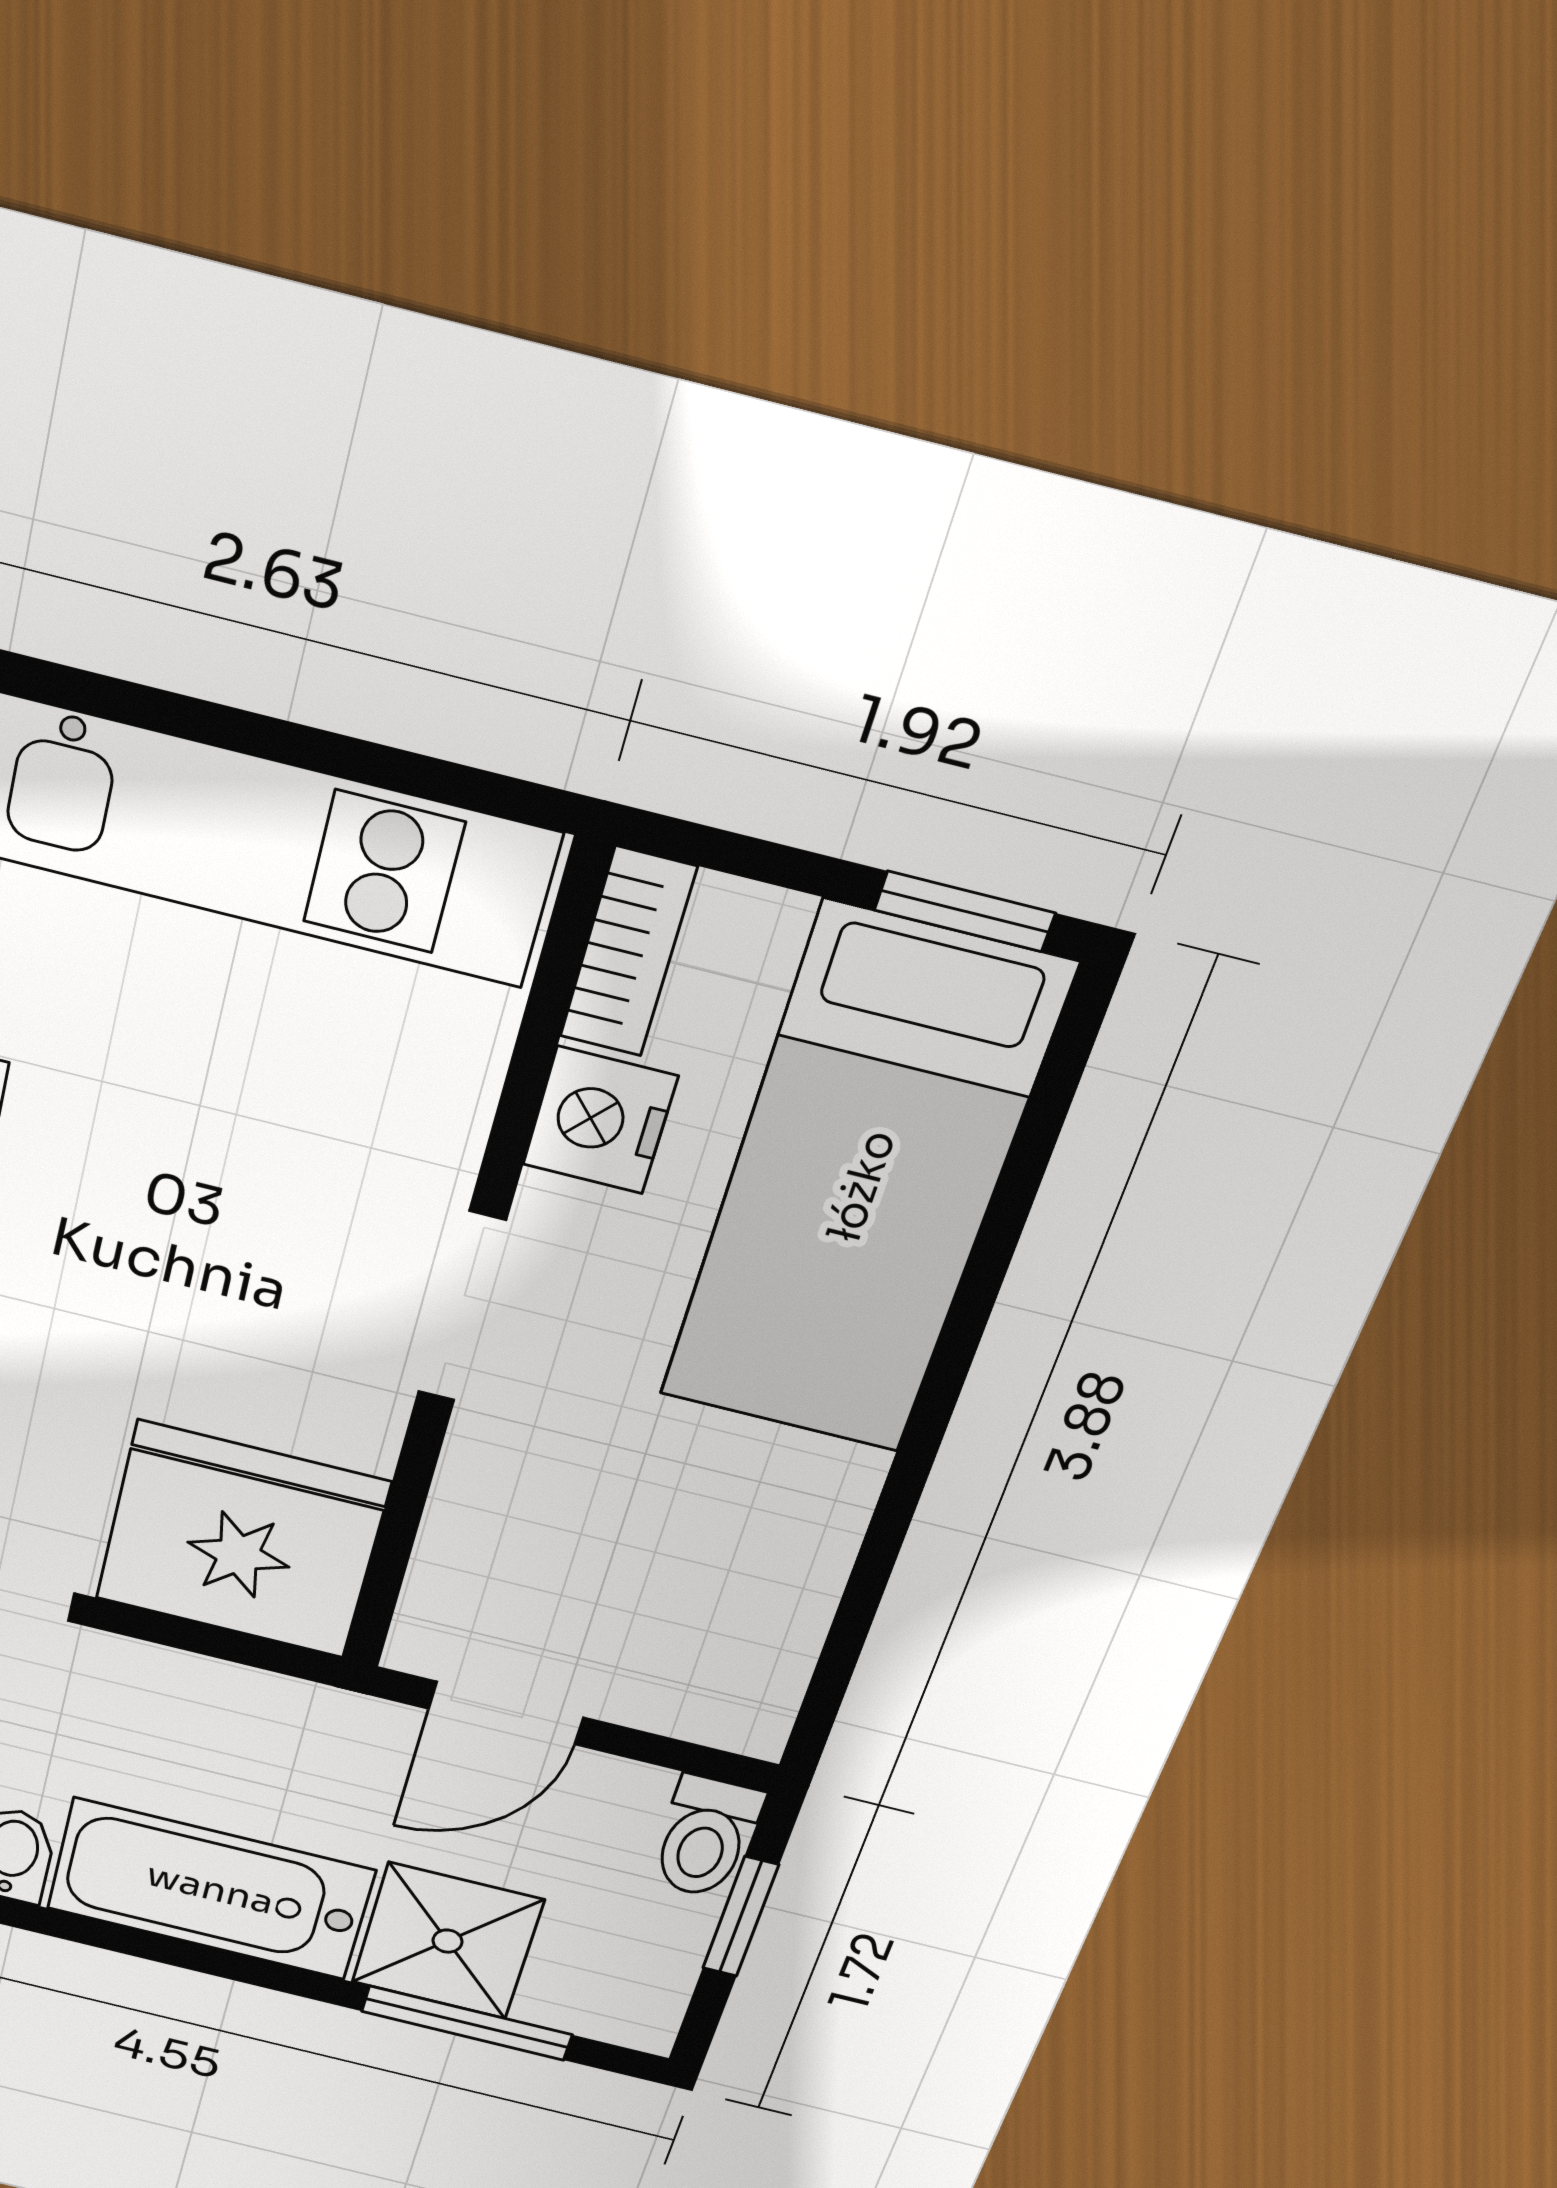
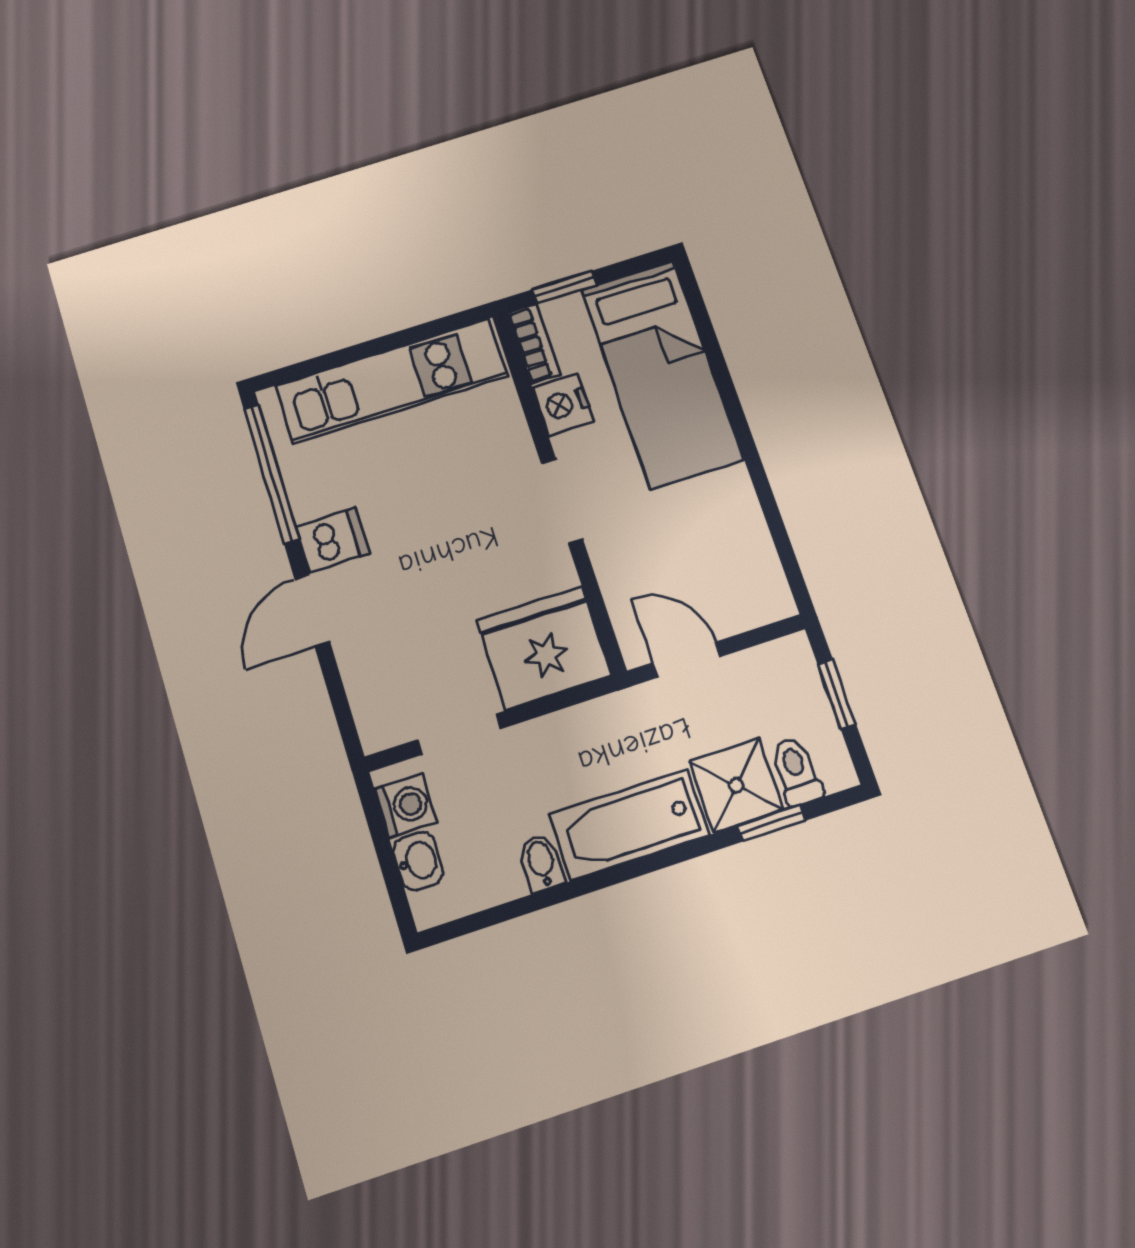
window: (965, 911) -> (565, 287), moved
door: (506, 1713) -> (687, 660), swing flipped
toilet: (706, 1837) -> (796, 771), moved, turned 180
window: (467, 2023) -> (771, 823), width x0.67

